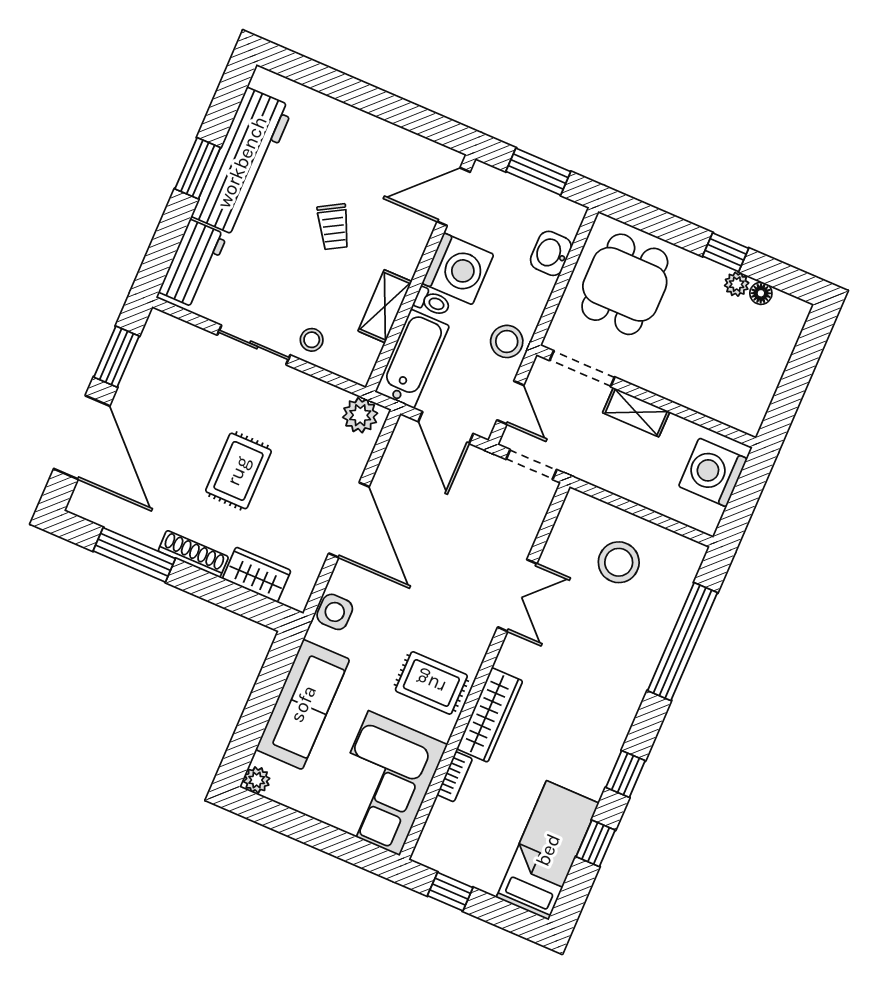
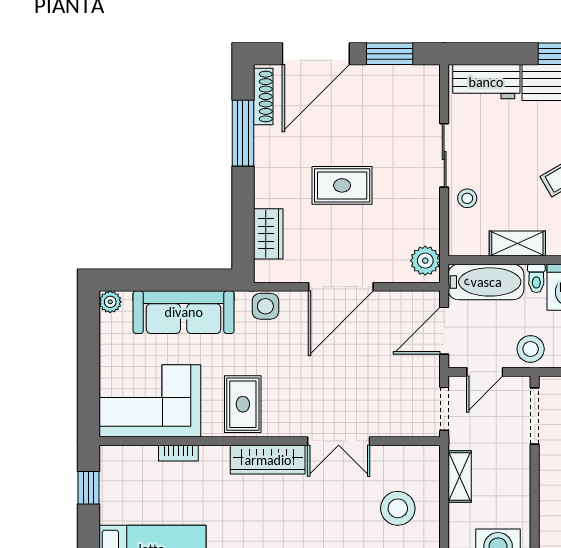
shelving: (636, 412) -> (460, 477), moved
shoe rack: (193, 554) -> (263, 97), moved
wardrobe: (490, 715) -> (268, 460), moved

